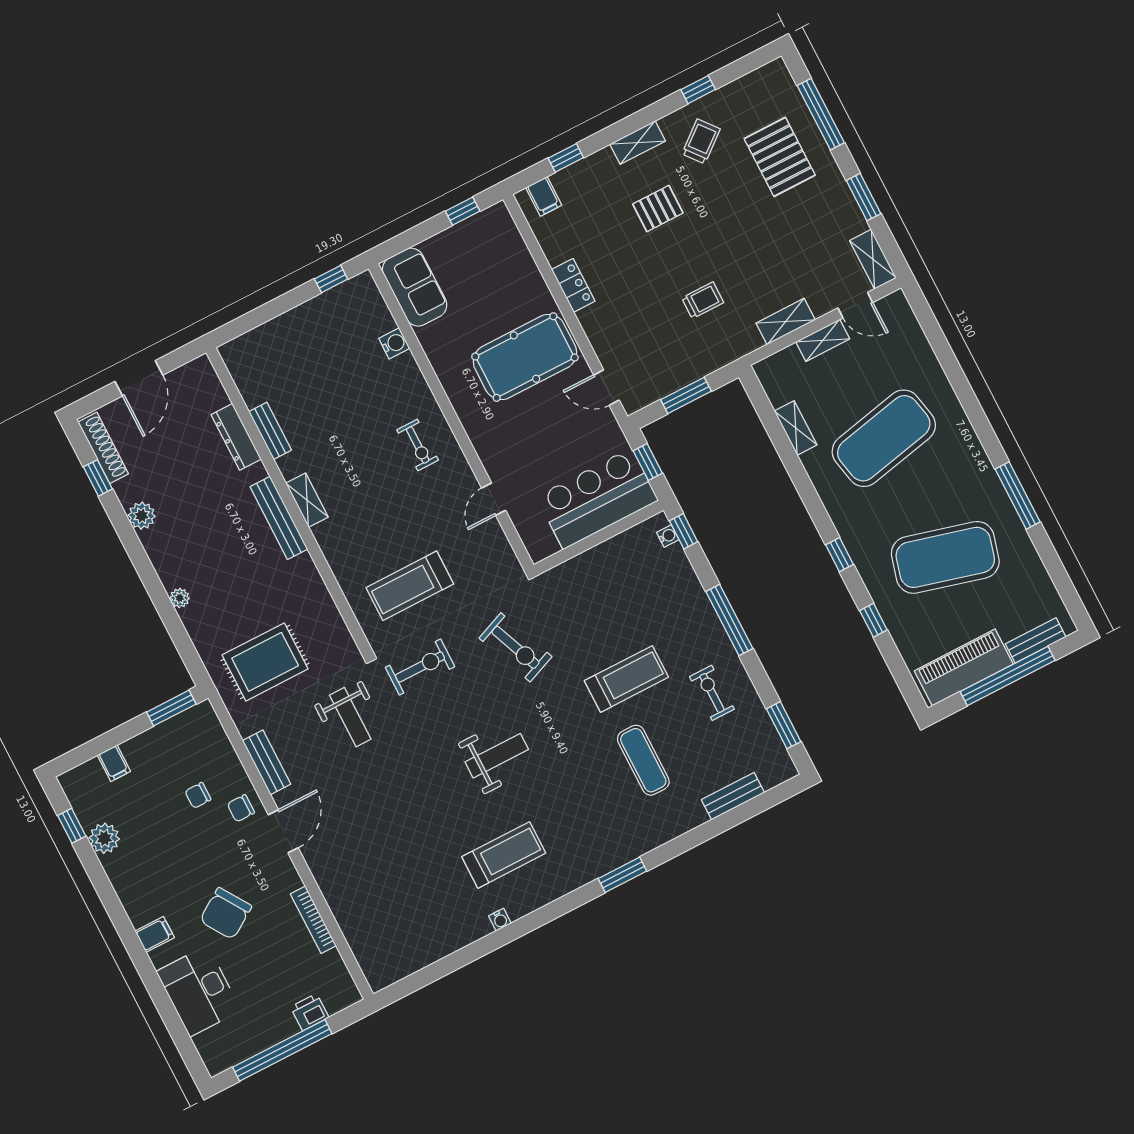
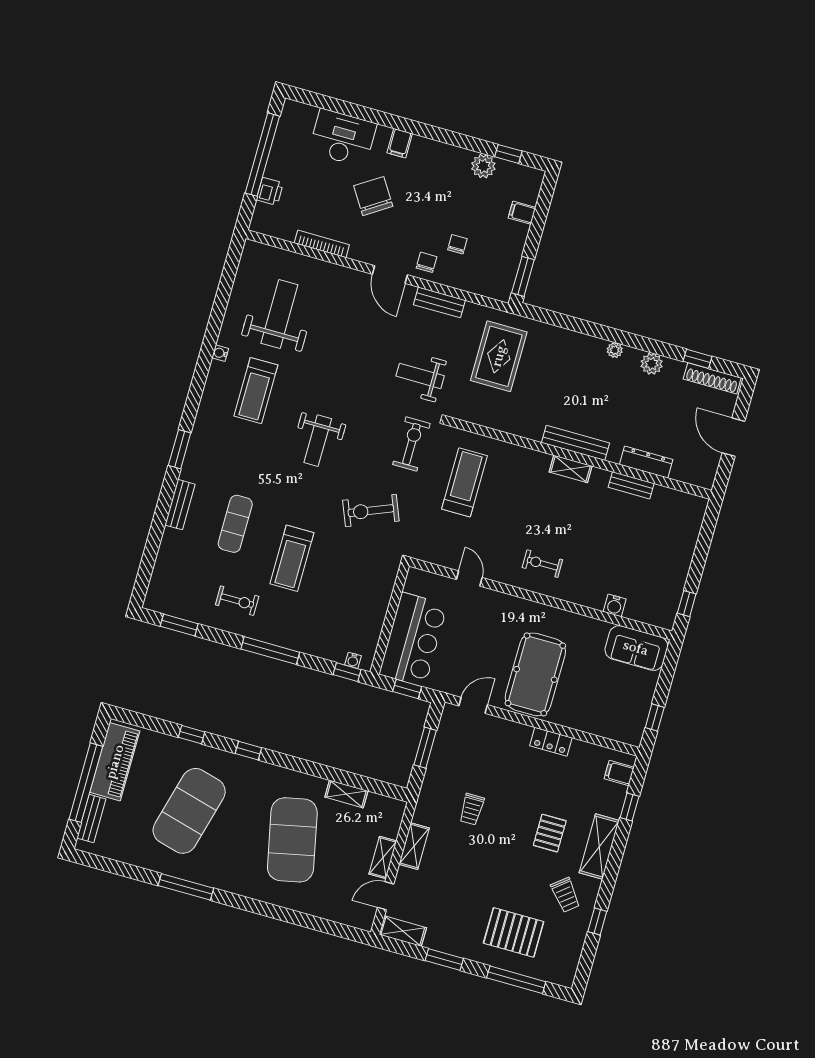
shelving: (638, 143) -> (599, 847), width x1.50, depth x1.33
plant: (180, 598) -> (615, 350), moved
exercise bike: (420, 667) -> (411, 444), turned 180
exercise mat: (643, 760) -> (235, 524), turned 90
bench: (733, 796) -> (180, 505), moved
weight bench: (414, 899) -> (279, 314), added

